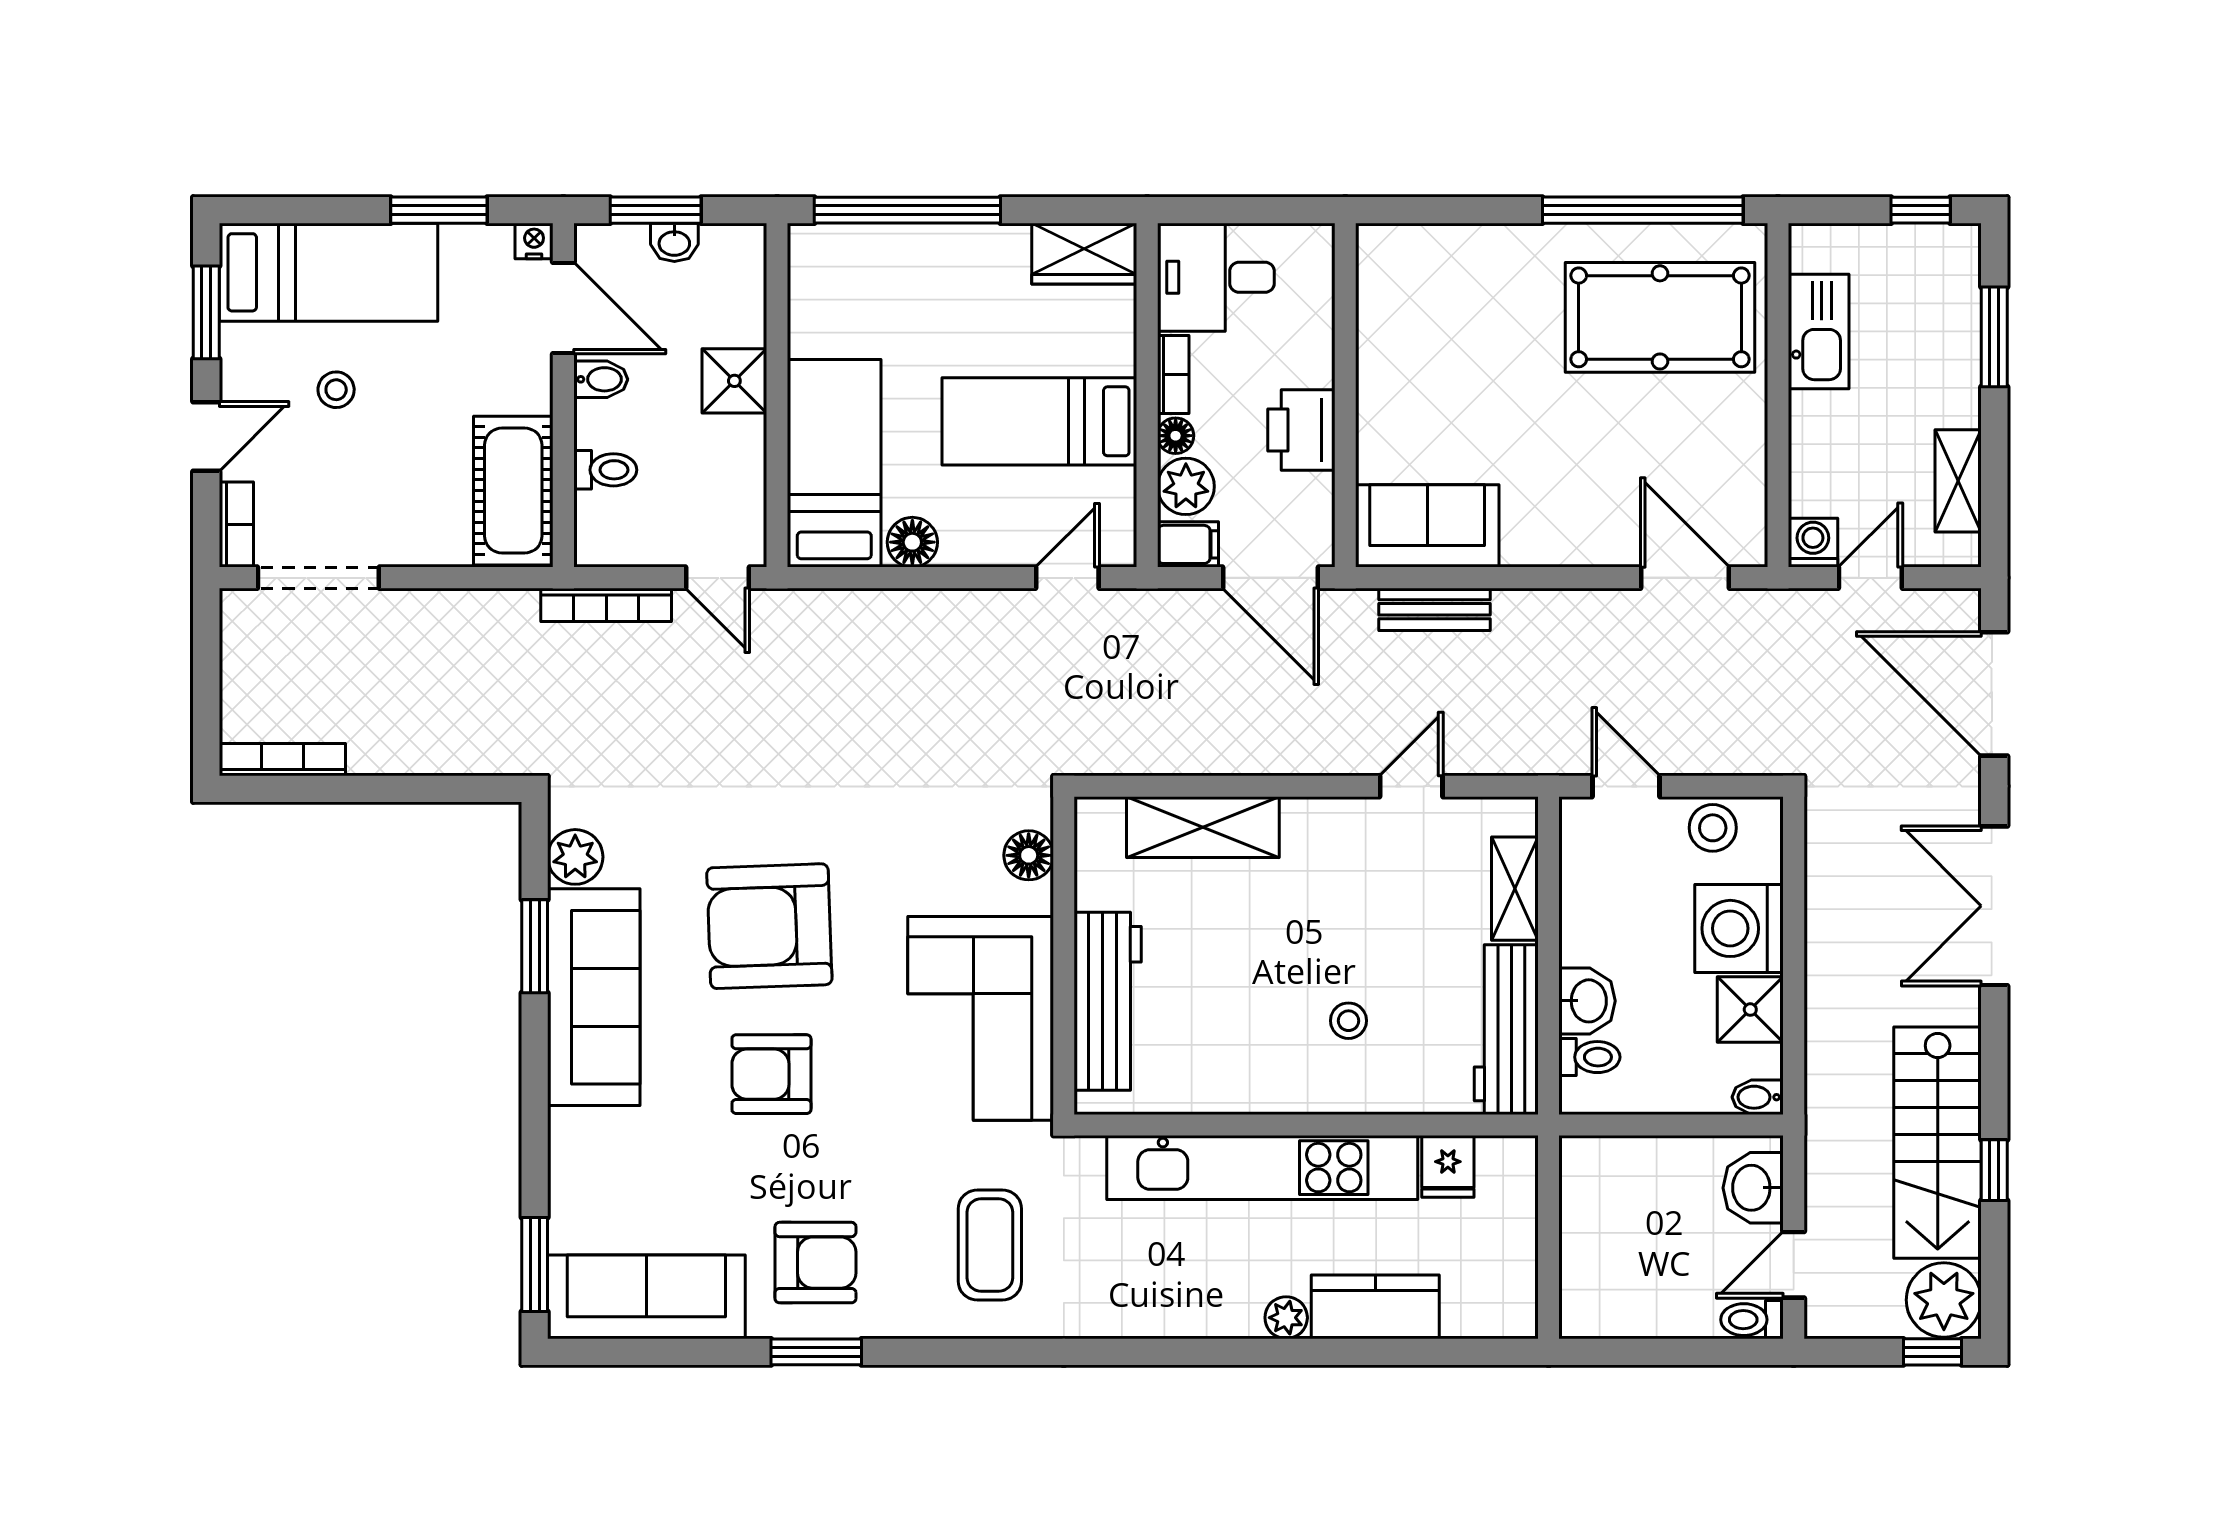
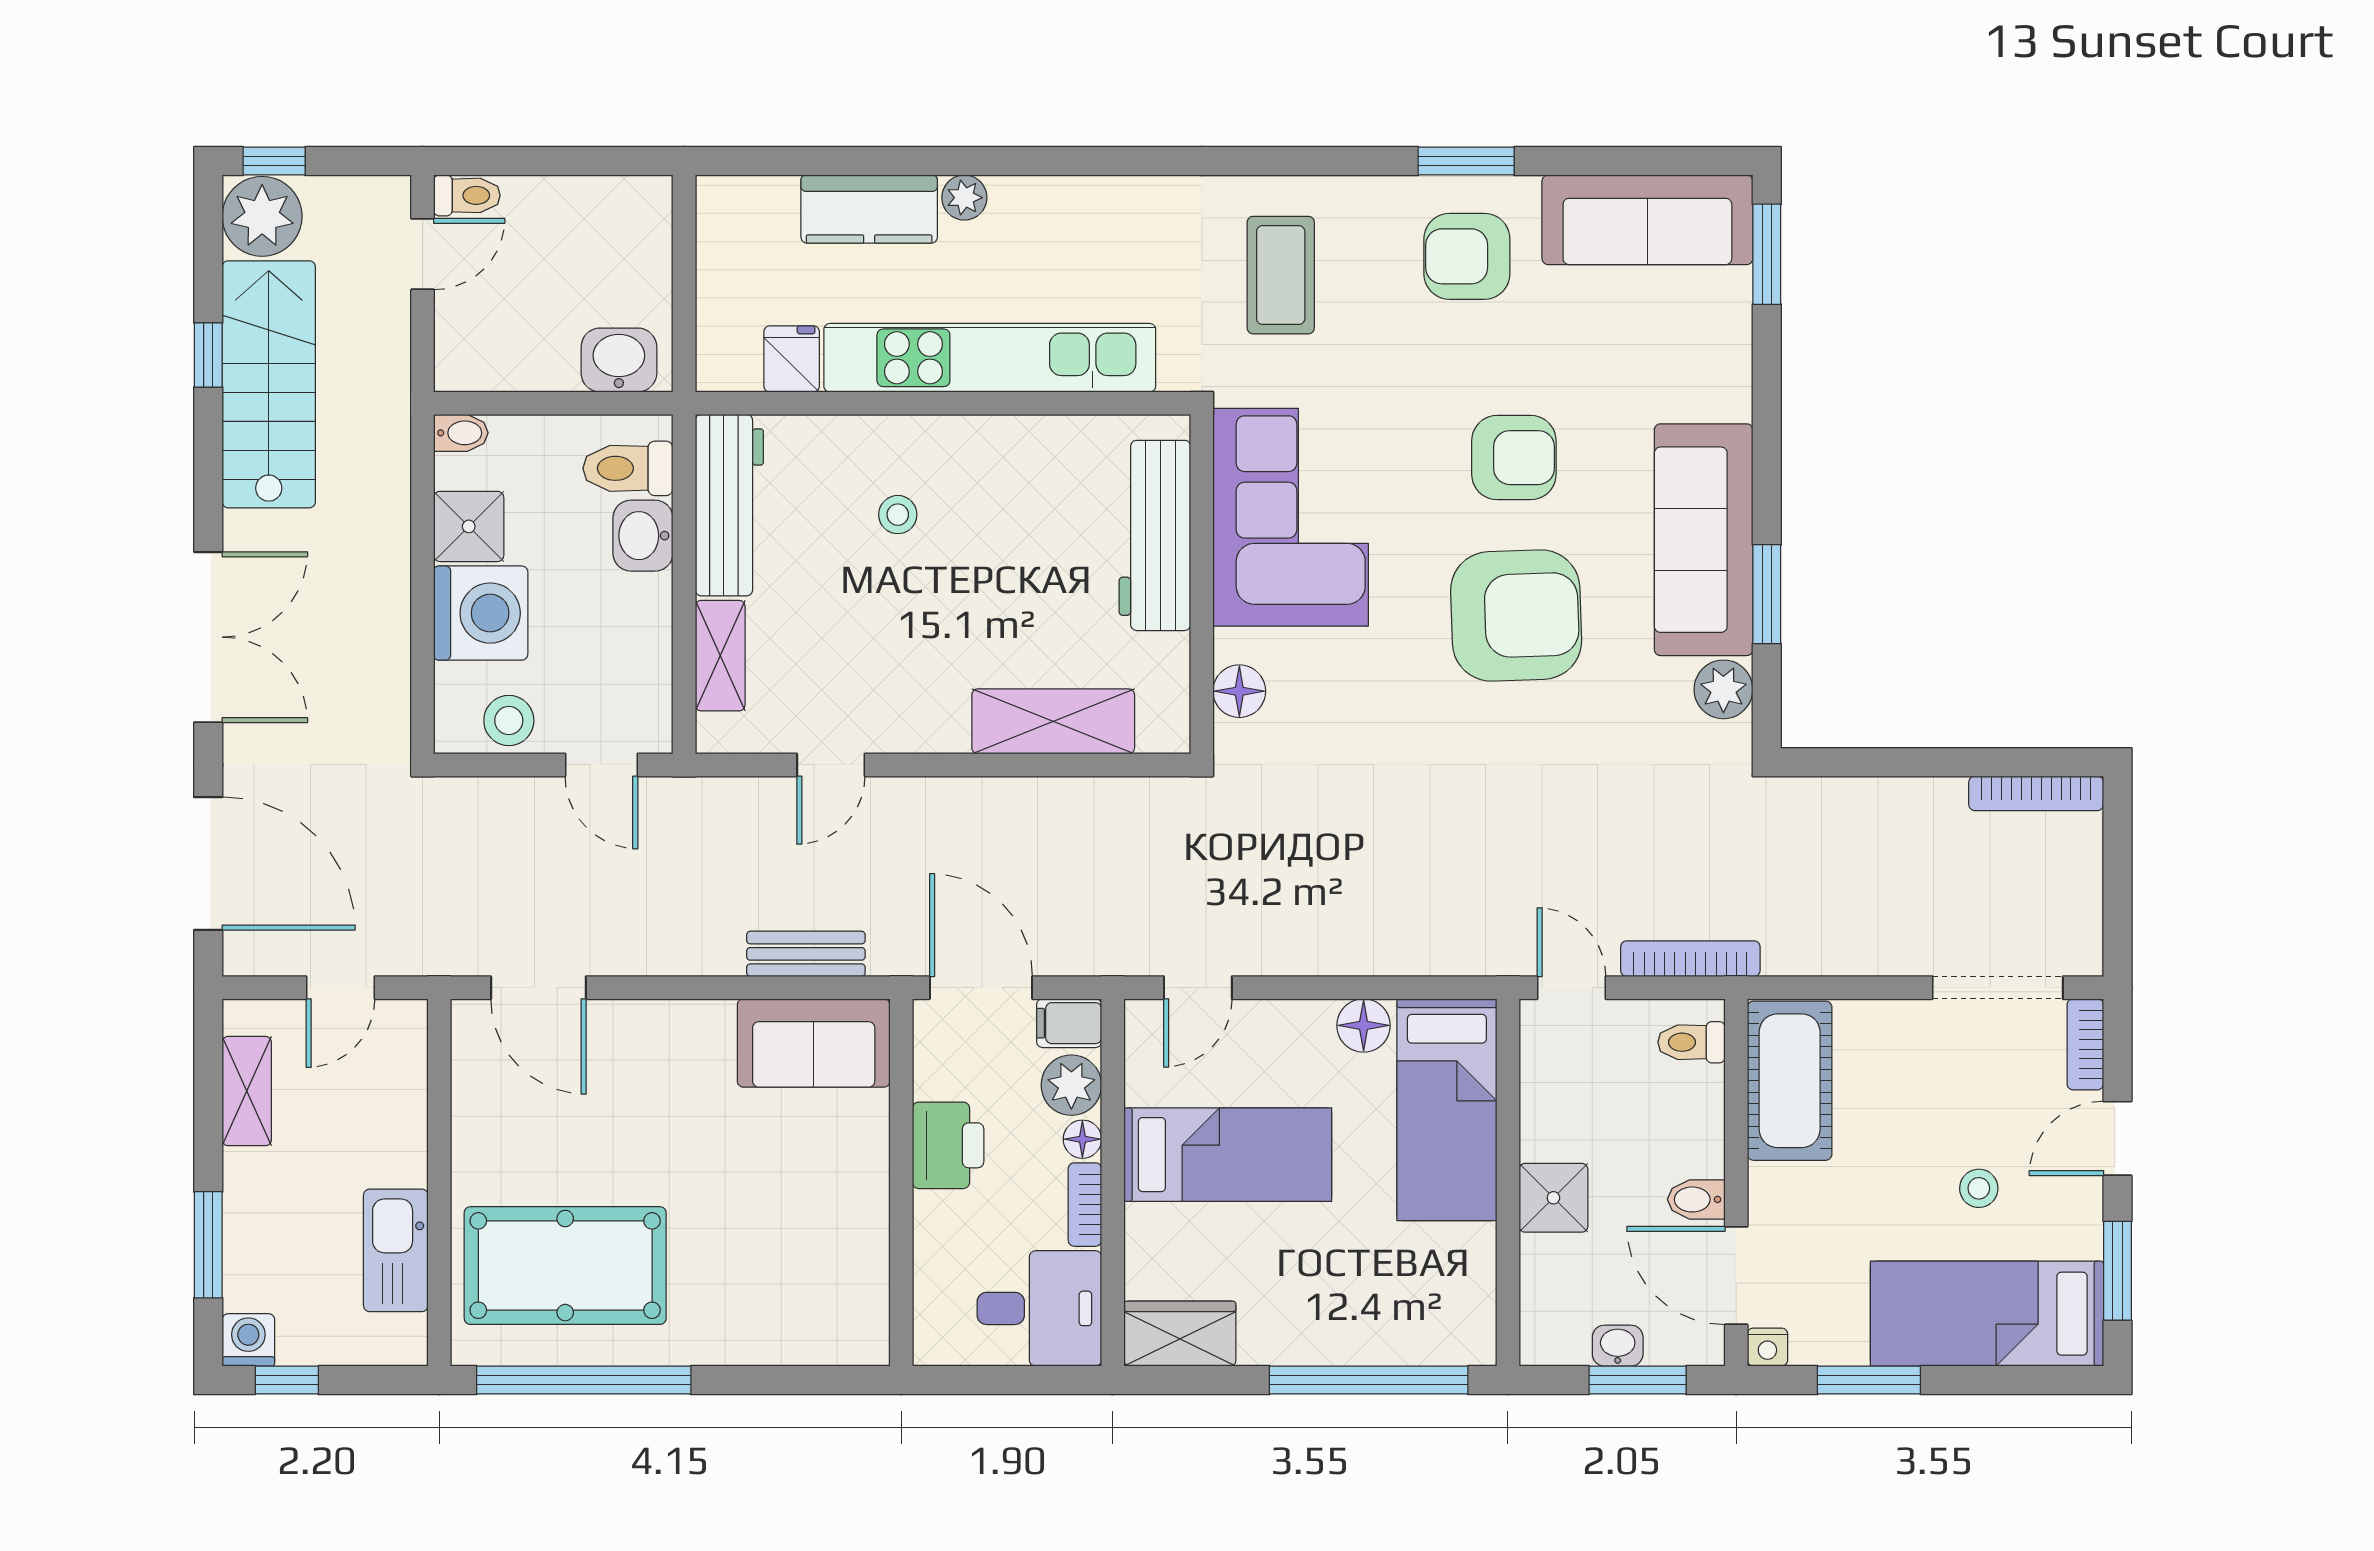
toilet: (605, 470) -> (1691, 1042), moved
washing machine: (1813, 543) -> (248, 1340), moved, turned 180
toilet: (1589, 1057) -> (628, 468), width x1.37, depth x1.39
washbasin: (1753, 1188) -> (619, 360), moved, turned -90

